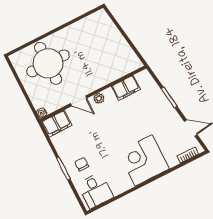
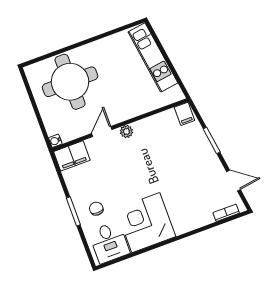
kitchen unit: (113, 36) -> (153, 57), added
filing cabinet: (126, 88) -> (184, 114), moved, width x0.50
door: (79, 101) -> (102, 132), swing flipped
corner desk: (144, 160) -> (146, 223), moved

